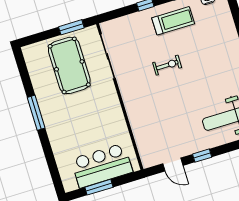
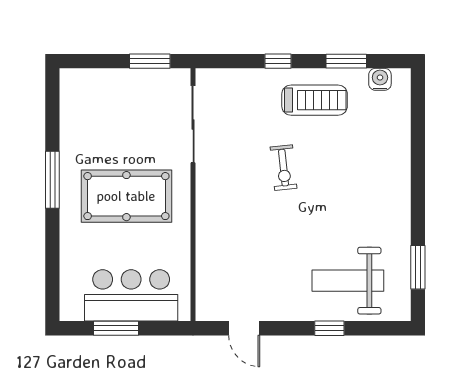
pool table: (69, 65) -> (126, 196), moved, turned 90
exercise bike: (167, 65) -> (284, 168), turned 84
window: (202, 156) -> (329, 328), moved

